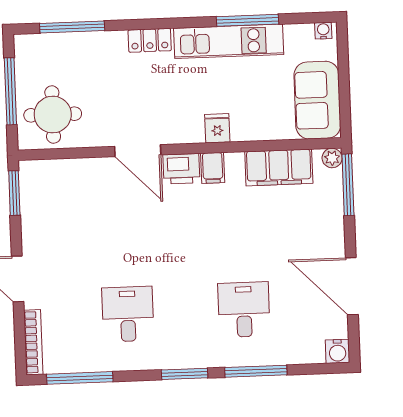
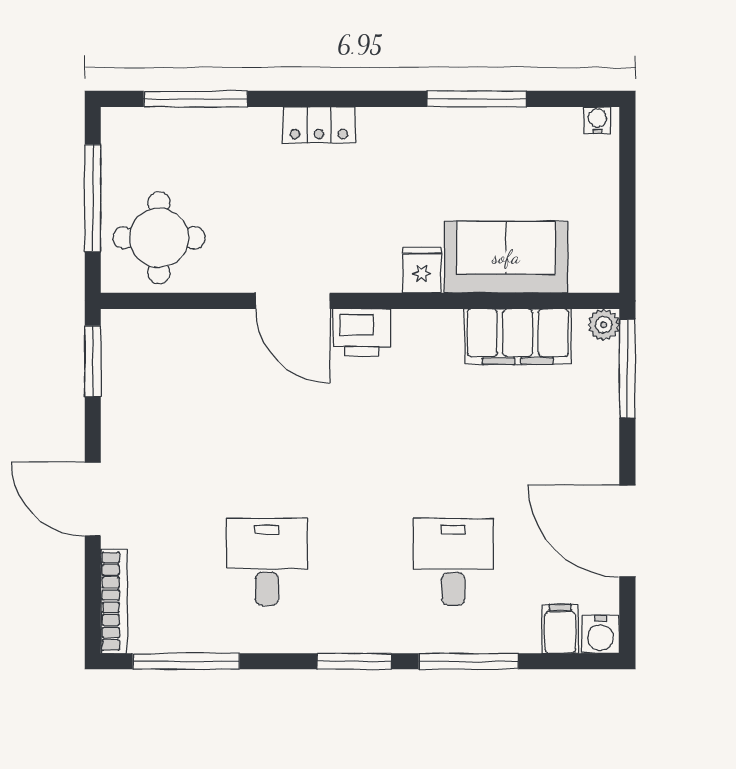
kitchen unit: (229, 41) -> (445, 131), removed
sofa: (317, 100) -> (506, 257), moved, turned 90
filing cabinet: (213, 168) -> (560, 629), moved, turned 180

